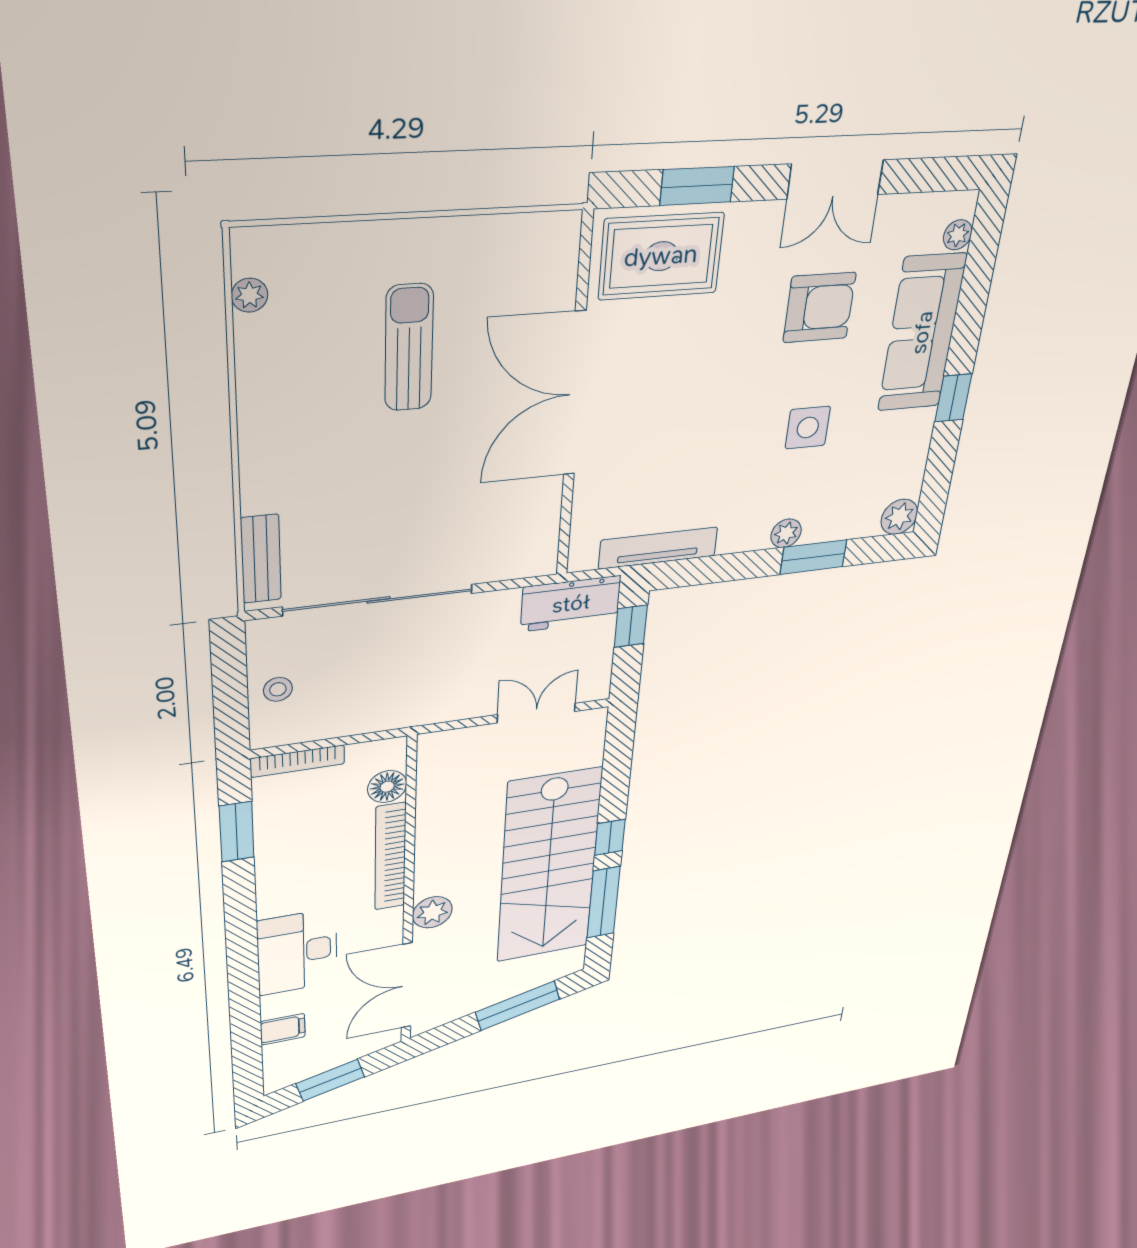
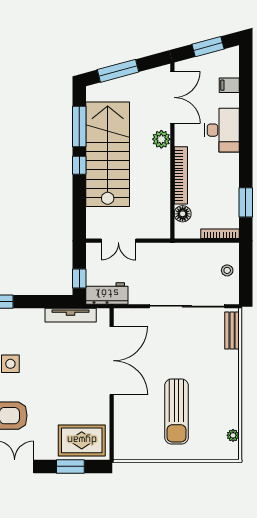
sun lounger: (409, 348) -> (177, 412), width x1.36, depth x1.34
double door: (575, 394) -> (112, 361), moved
plant: (786, 533) -> (13, 315), removed

